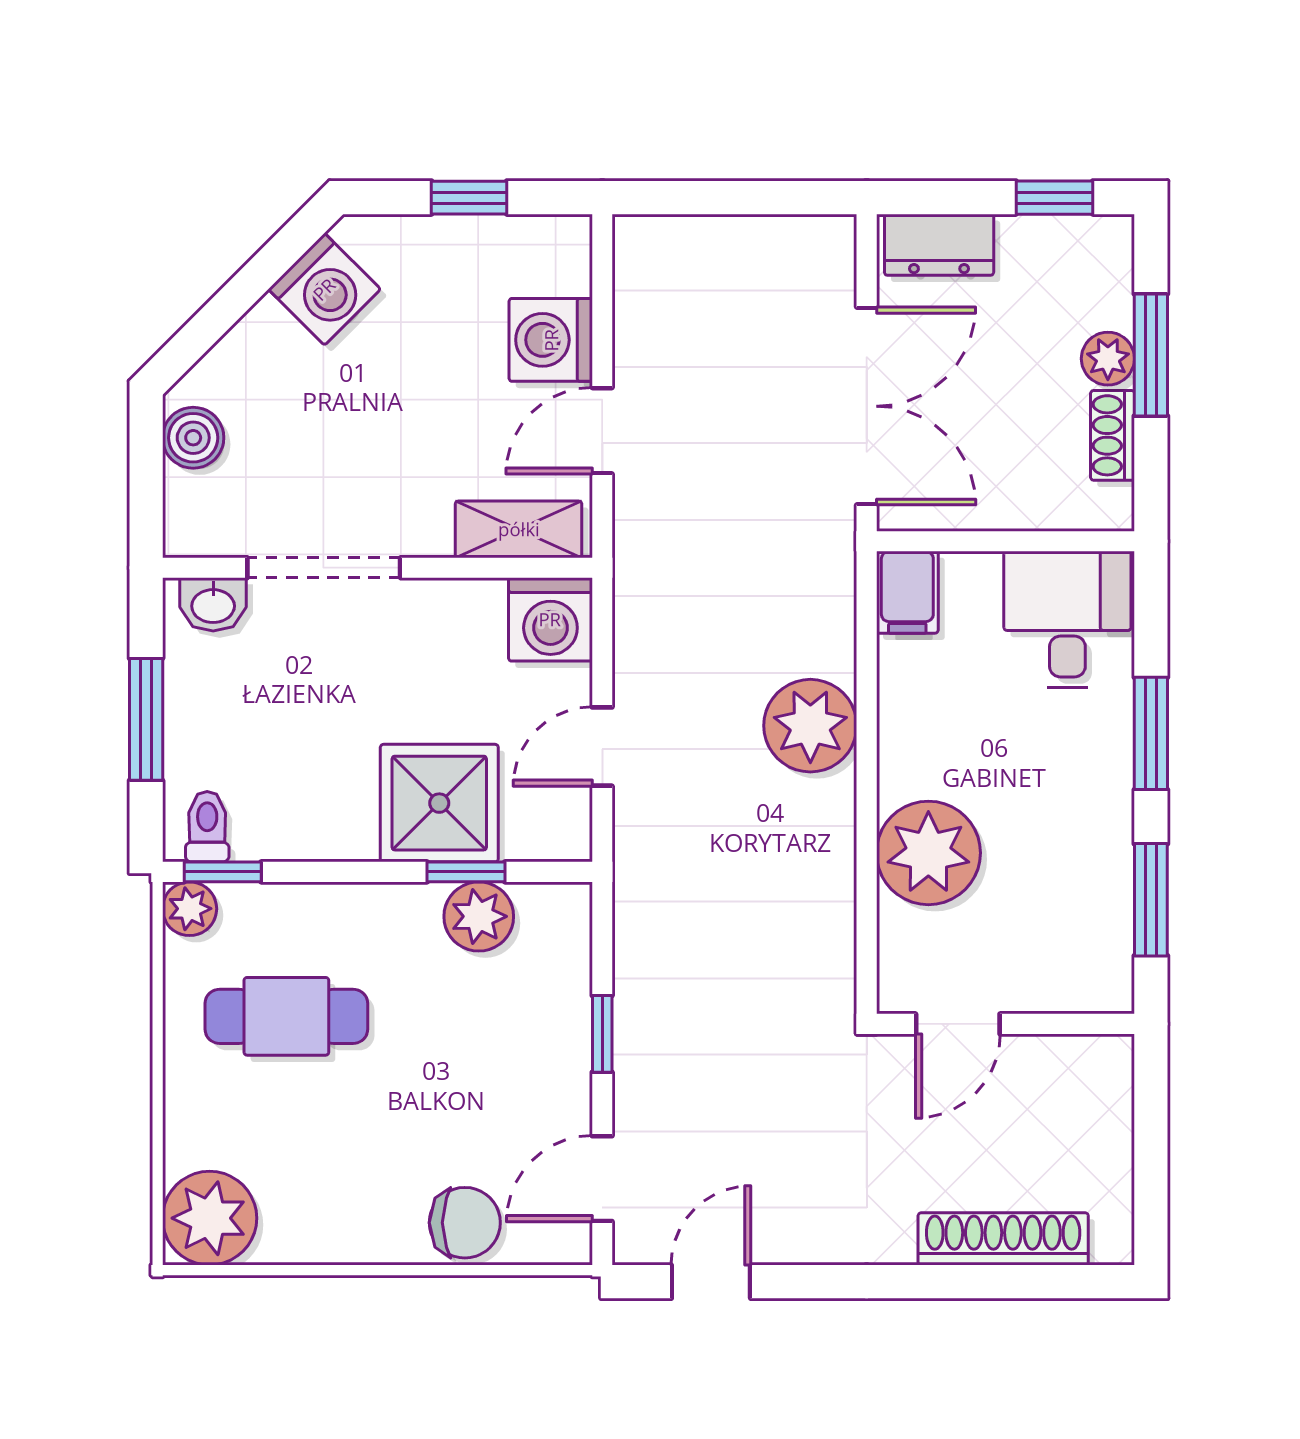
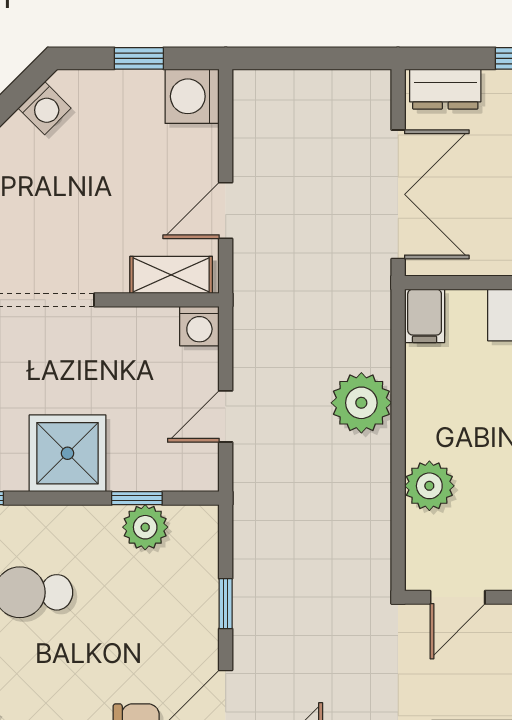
washing machine: (324, 289) -> (45, 108), width x0.73, depth x0.73
washing machine: (551, 340) -> (192, 96), moved
washing machine: (550, 619) -> (199, 326), width x0.73, depth x0.73
shower: (439, 803) -> (68, 453), moved
plant: (928, 853) -> (429, 486), width x0.73, depth x0.73

